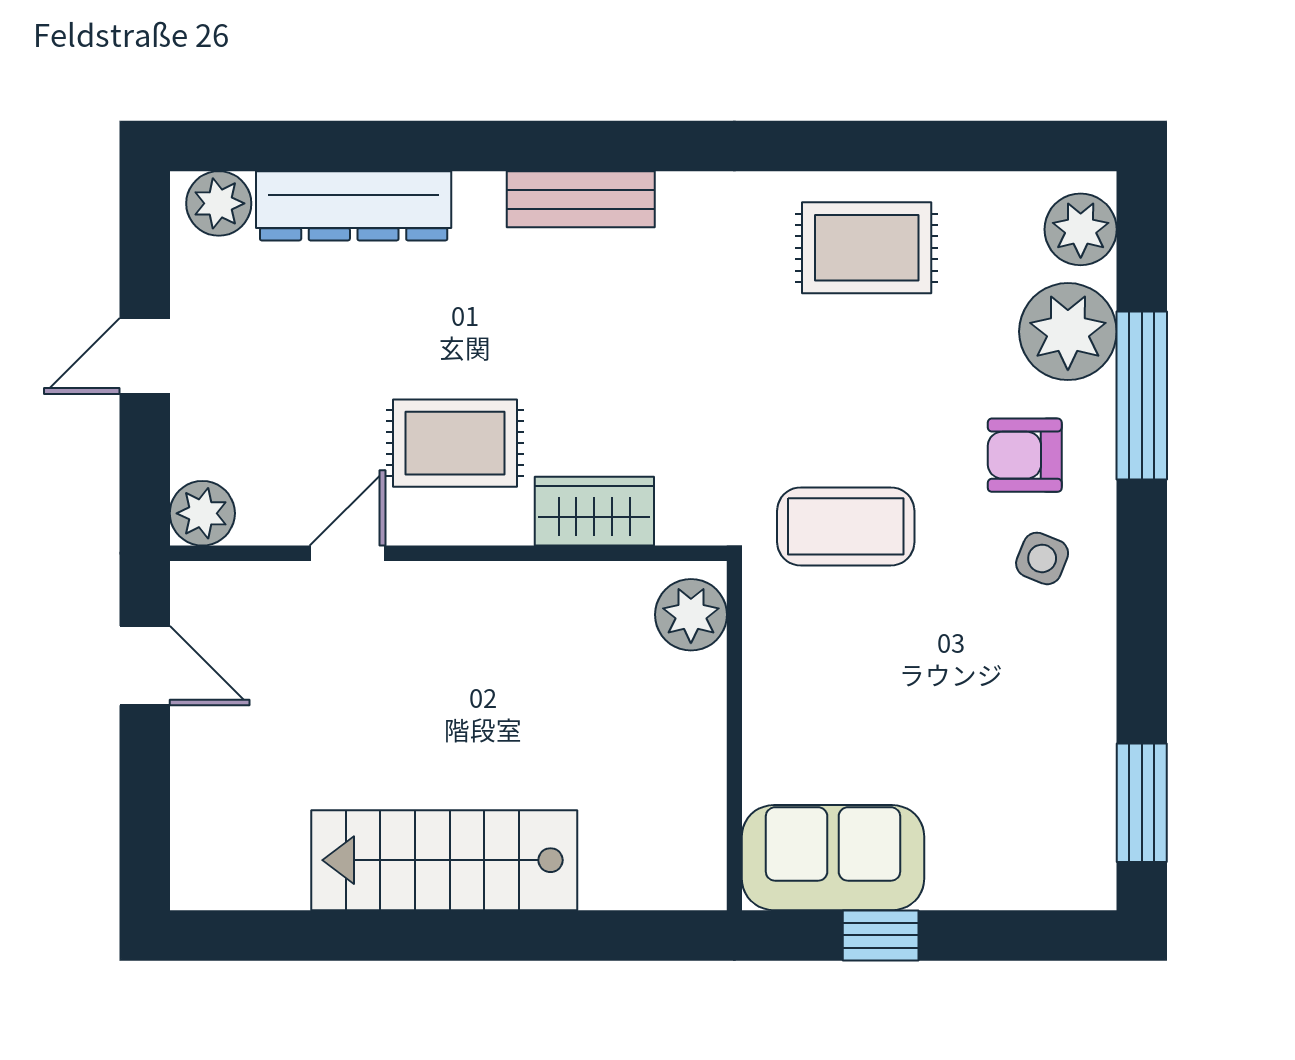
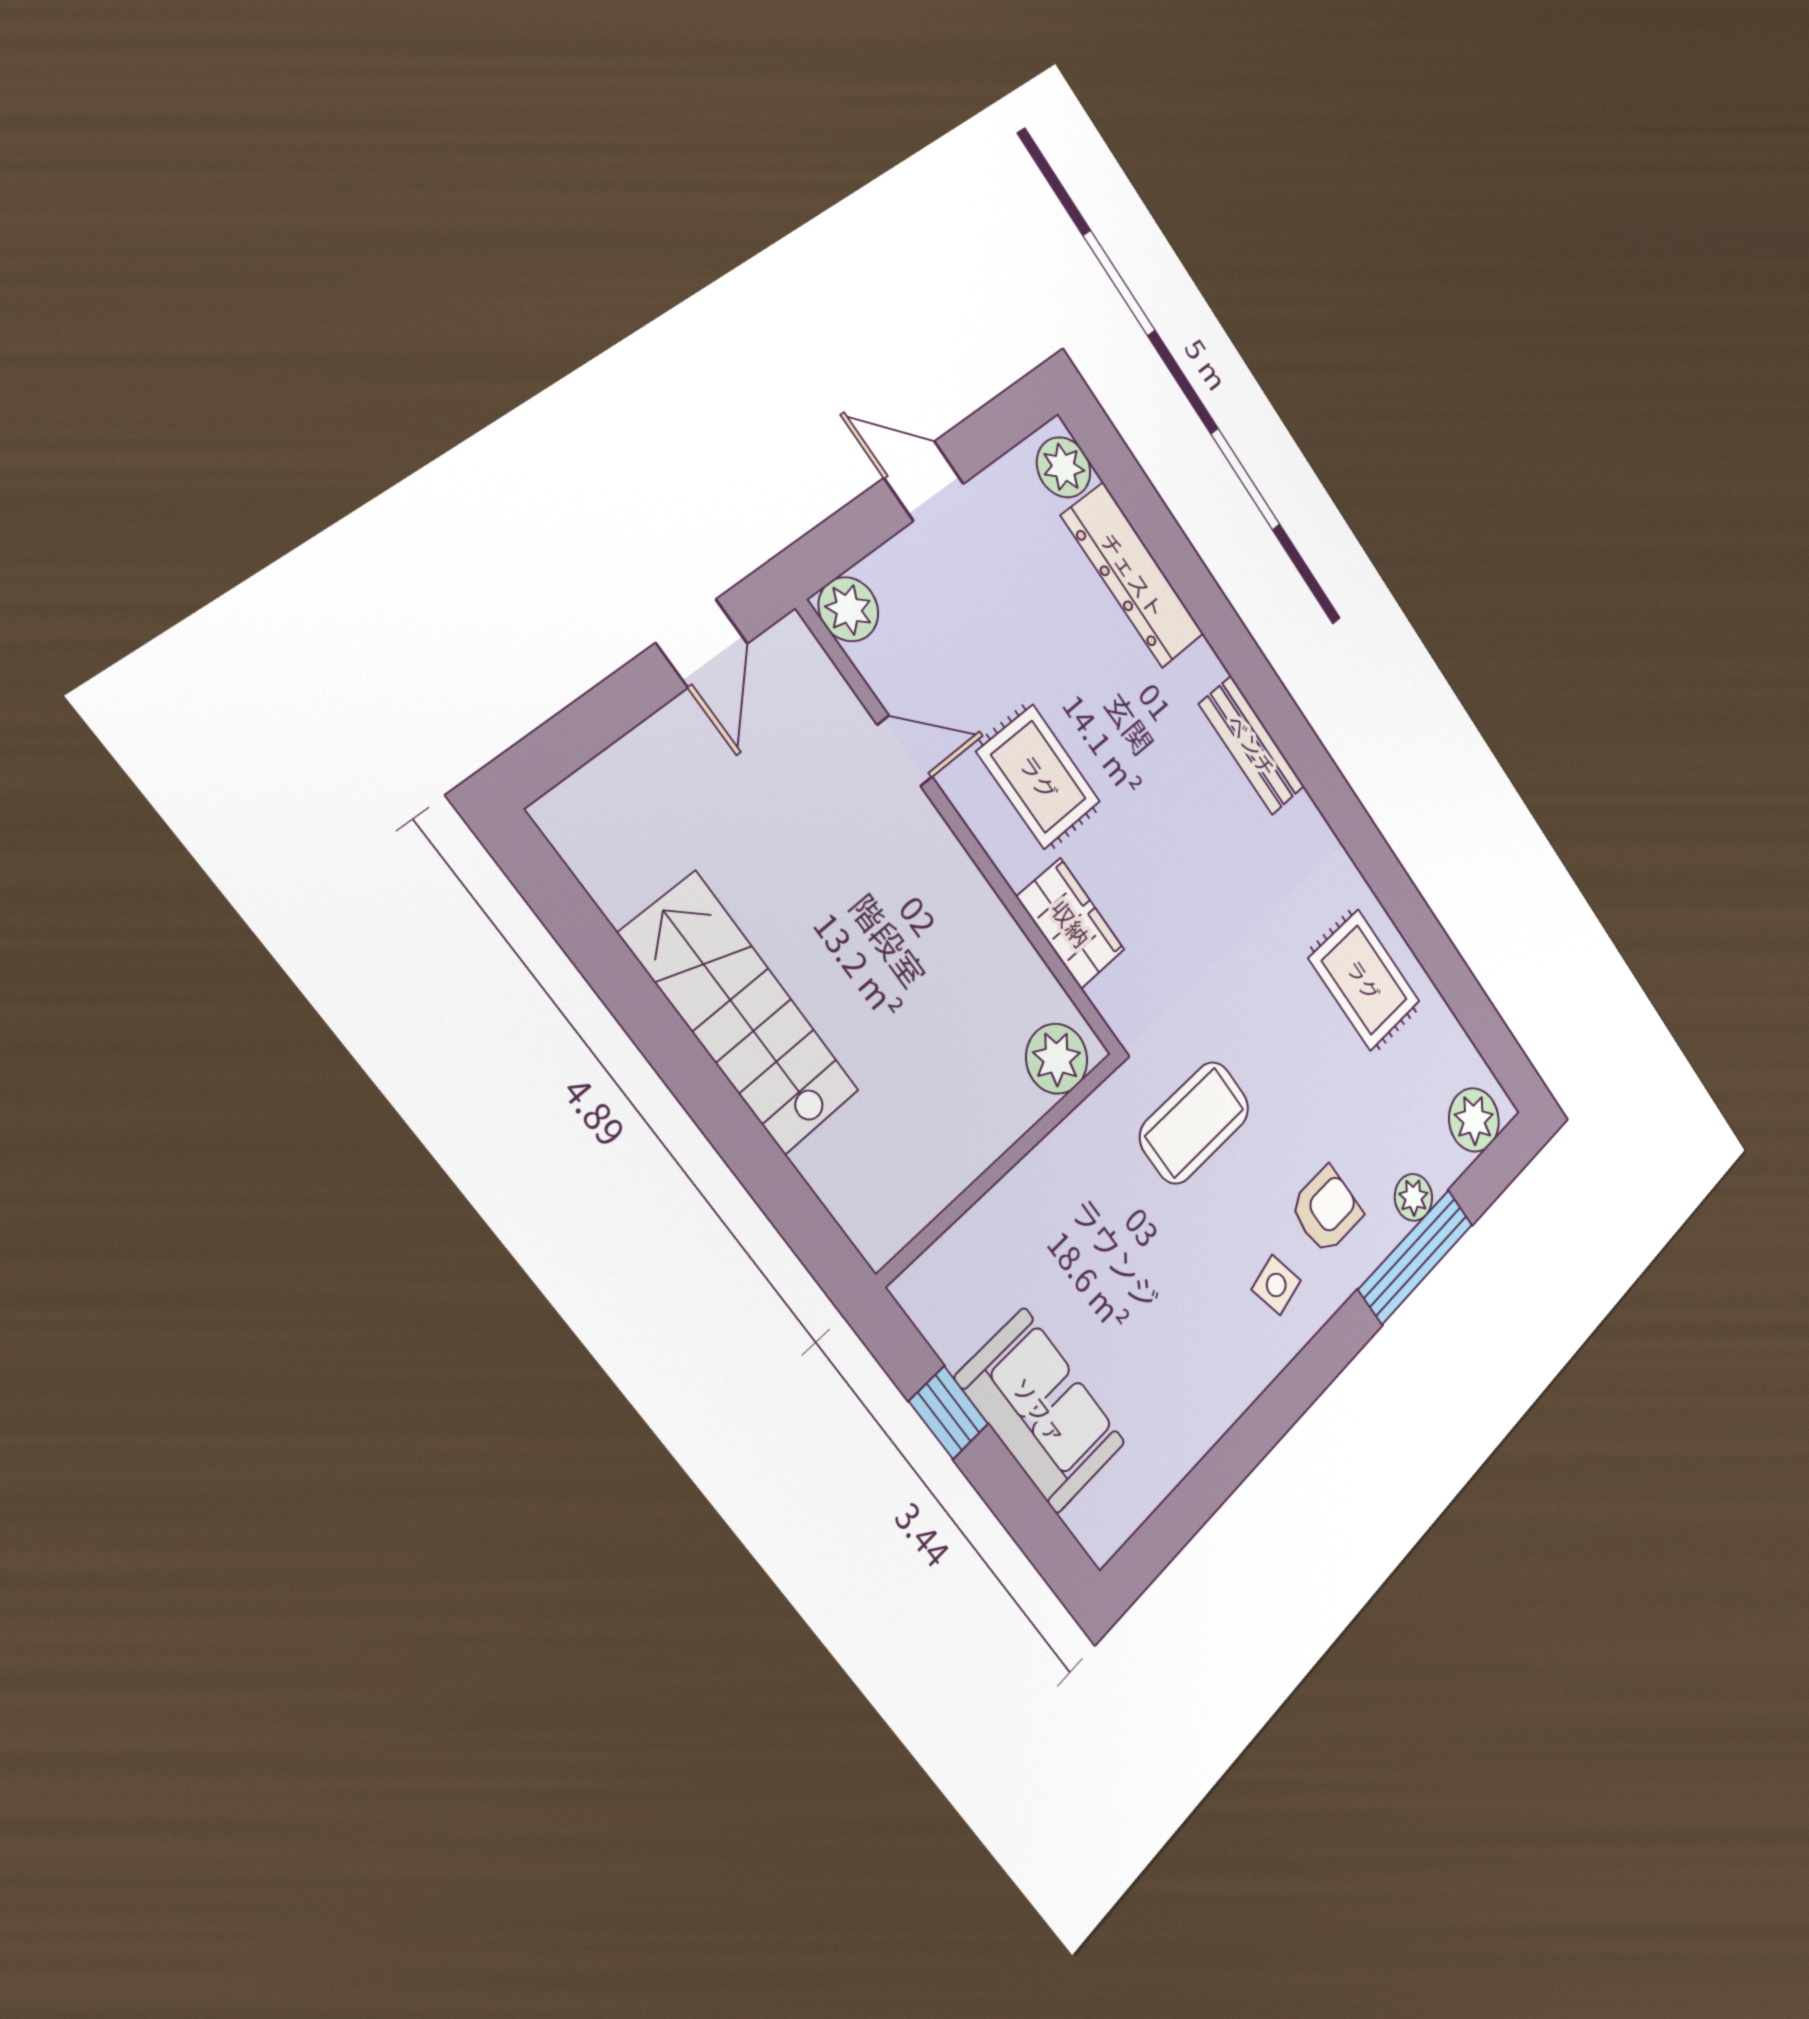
plant: (1068, 332) -> (1413, 1197), width x0.53, depth x0.53
armchair: (1025, 455) -> (1326, 1210), turned 90
coffee table: (846, 526) -> (1195, 1123), turned 90
side table: (1042, 558) -> (1276, 1285), turned -35
window: (1142, 803) -> (1181, 1515), removed
sofa: (833, 858) -> (1040, 1410), moved

